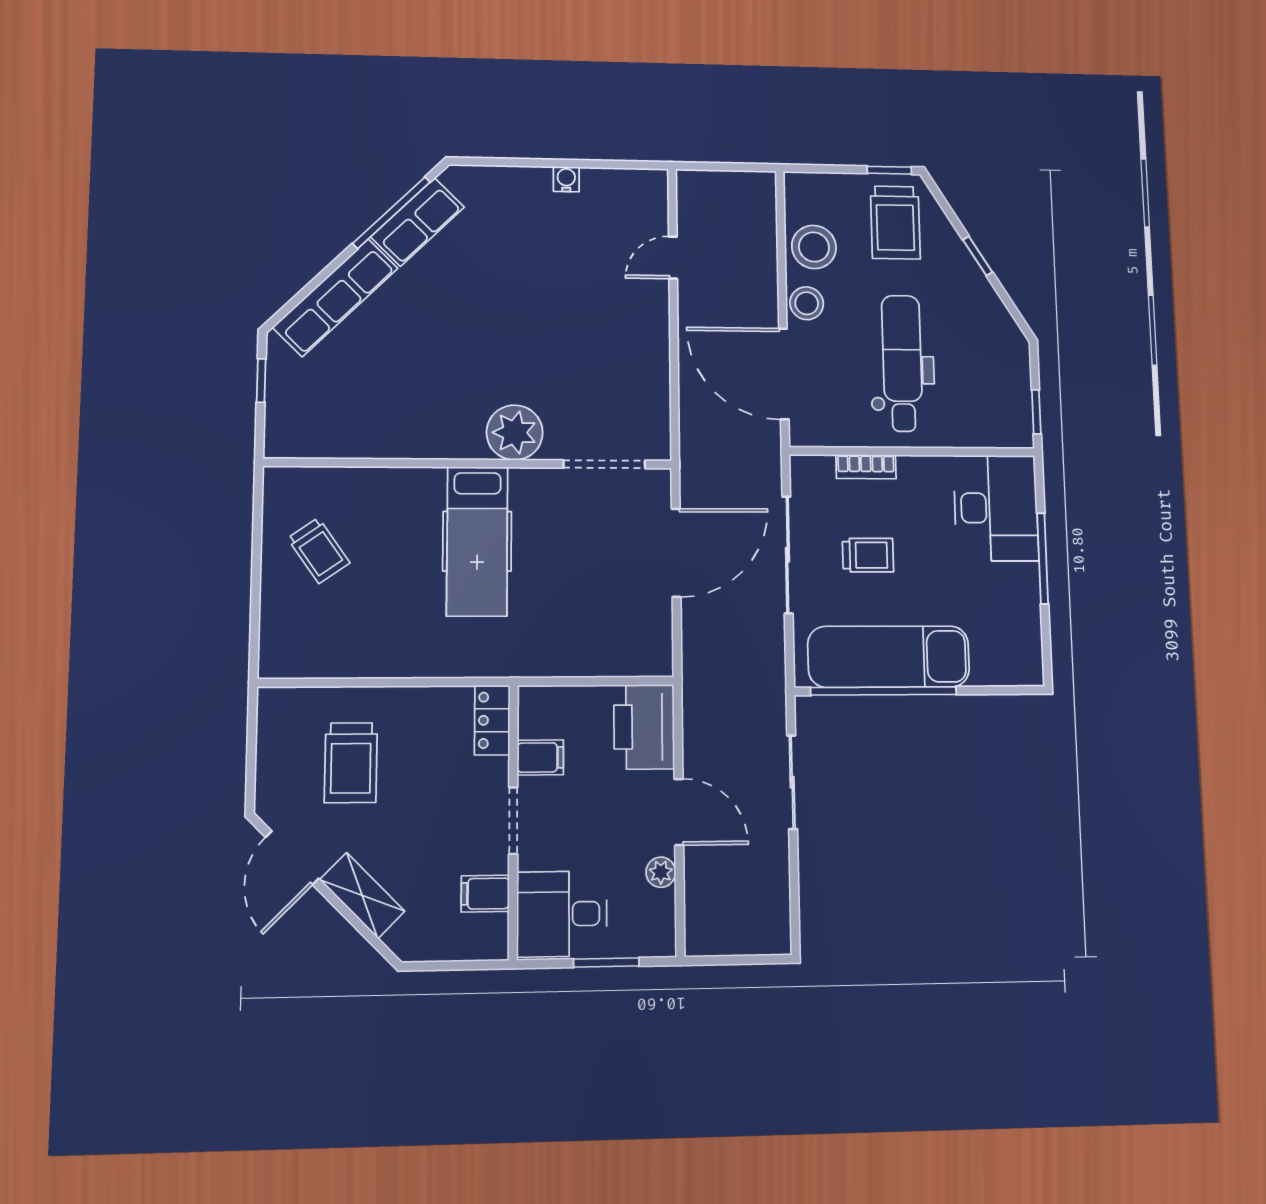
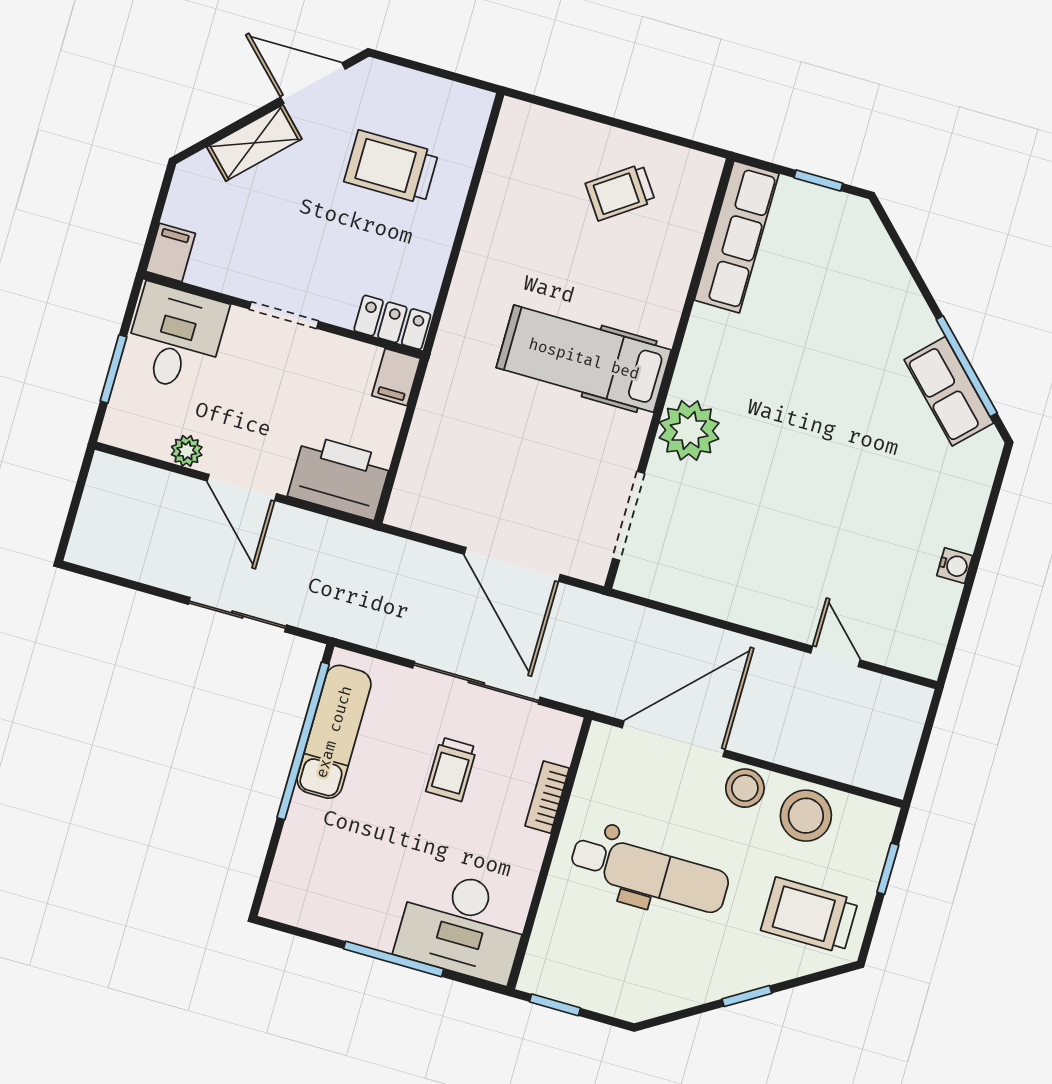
window: (889, 170) -> (888, 869), moved
row of seats: (335, 298) -> (737, 237), moved, turned -135
exam couch: (889, 657) -> (334, 732), width x0.73, depth x0.69
filing cabinet: (540, 757) -> (396, 377), moved
door: (679, 812) -> (242, 487), hinge flipped
filing cabinet: (485, 894) -> (171, 252), moved

